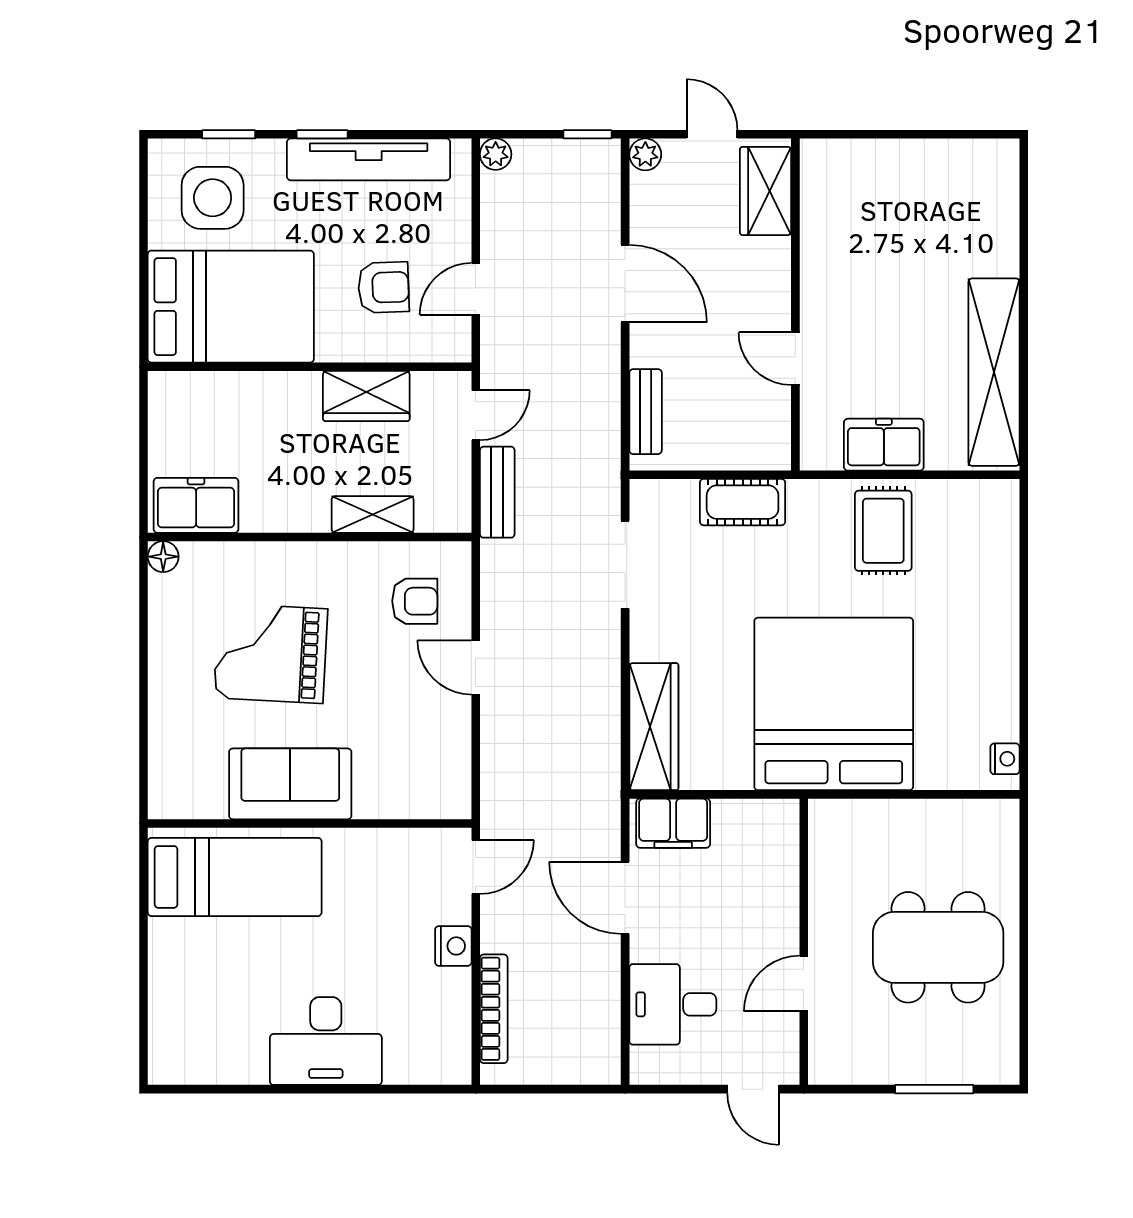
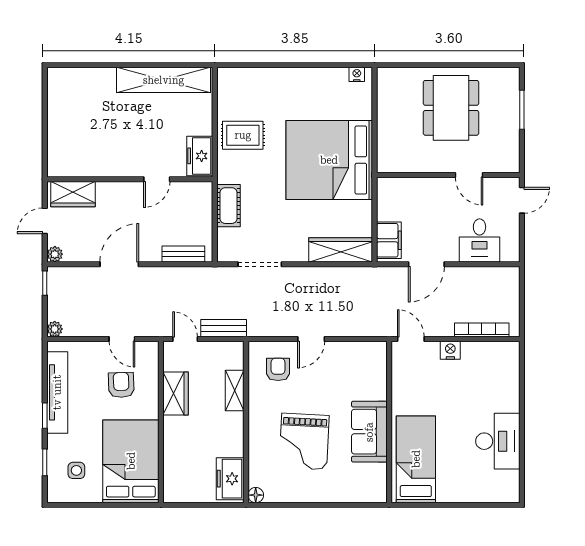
side table: (213, 198) -> (76, 470), width x0.54, depth x0.54
freezer: (884, 445) -> (200, 156), moved
desk: (326, 1041) -> (498, 441), moved

